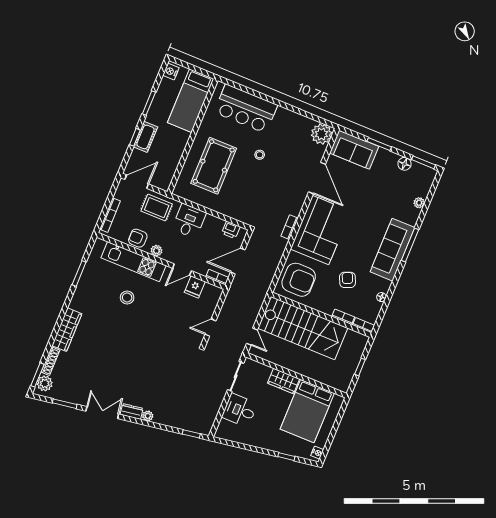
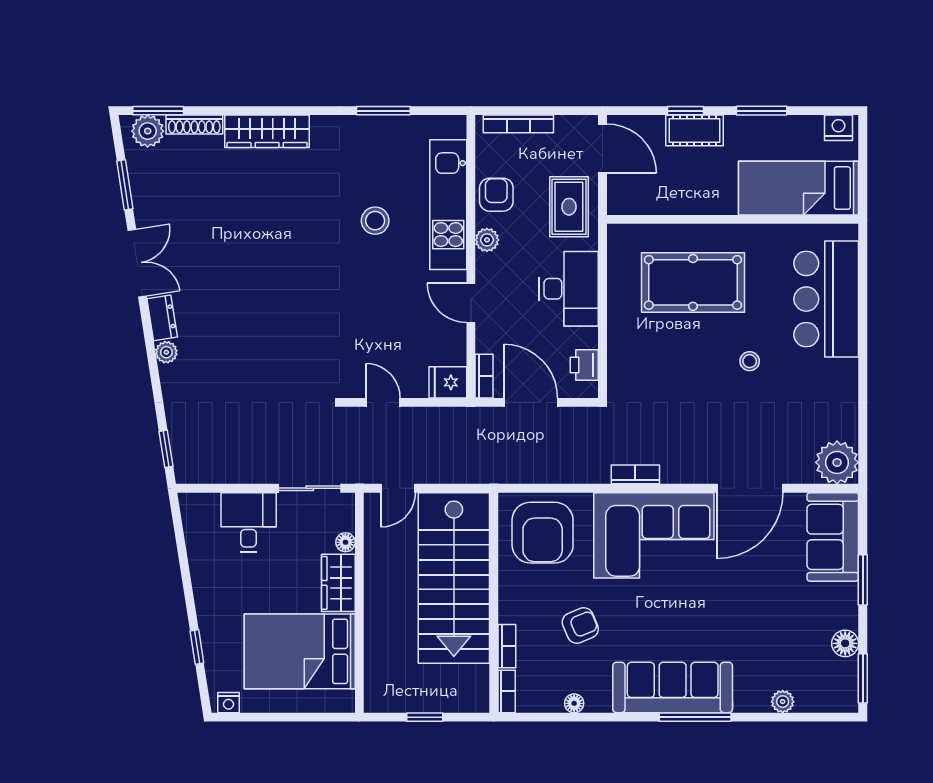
desk: (189, 221) -> (569, 289), width x1.37
fridge: (195, 287) -> (448, 382), moved
floor lamp: (267, 370) -> (345, 542), added

